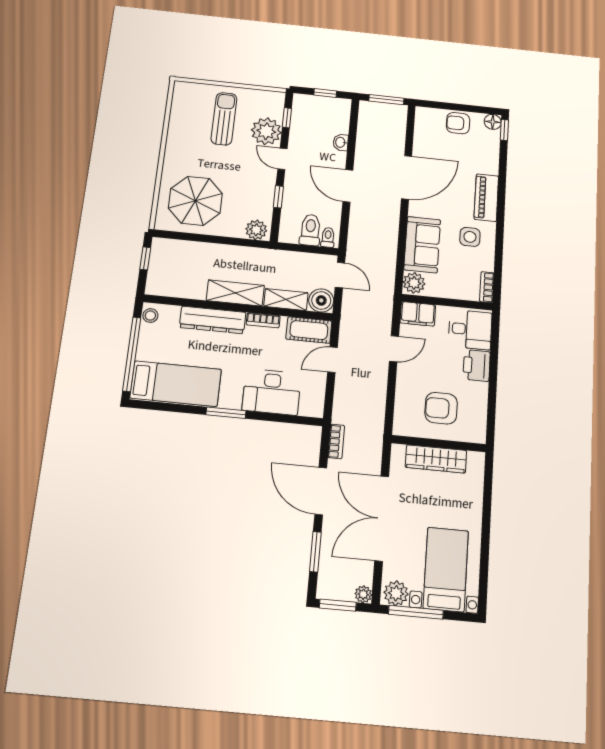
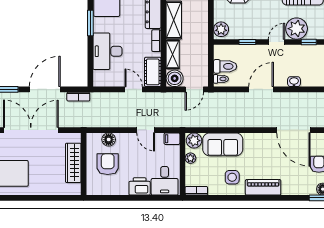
door: (407, 177) -> (293, 130), moved
plant: (439, 290) -> (190, 158), added
filing cabinet: (418, 314) -> (172, 139), width x0.50
floor lamp: (404, 403) -> (109, 139), added

